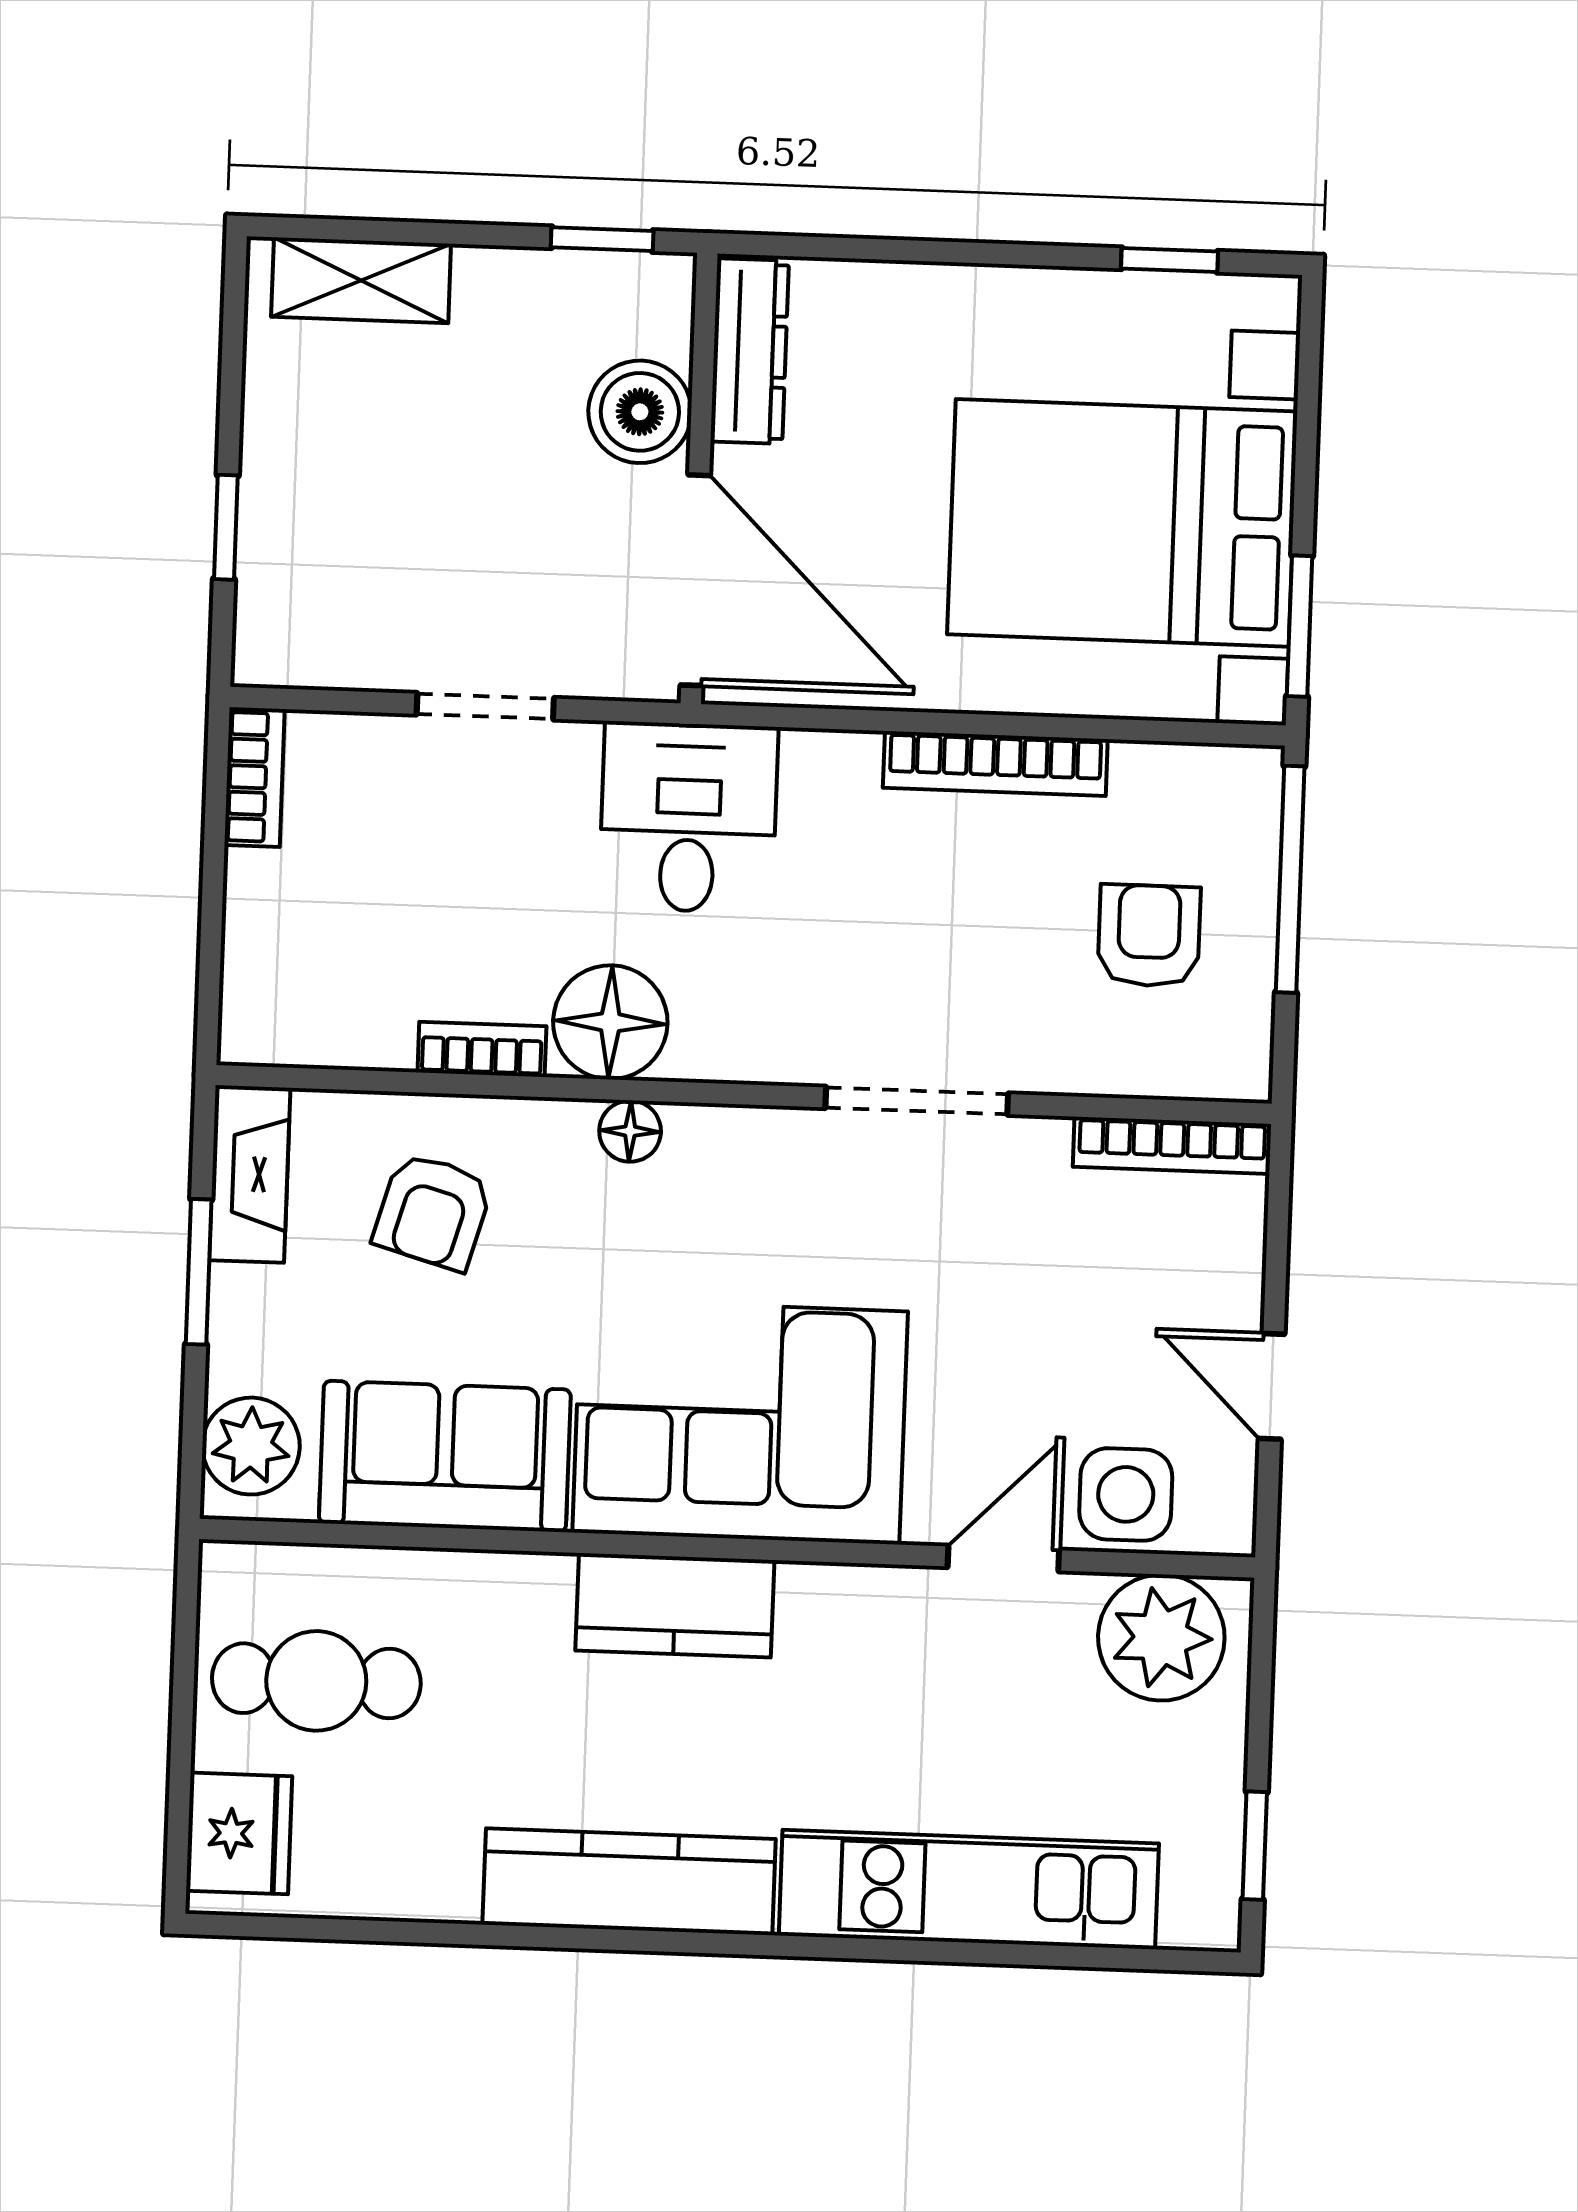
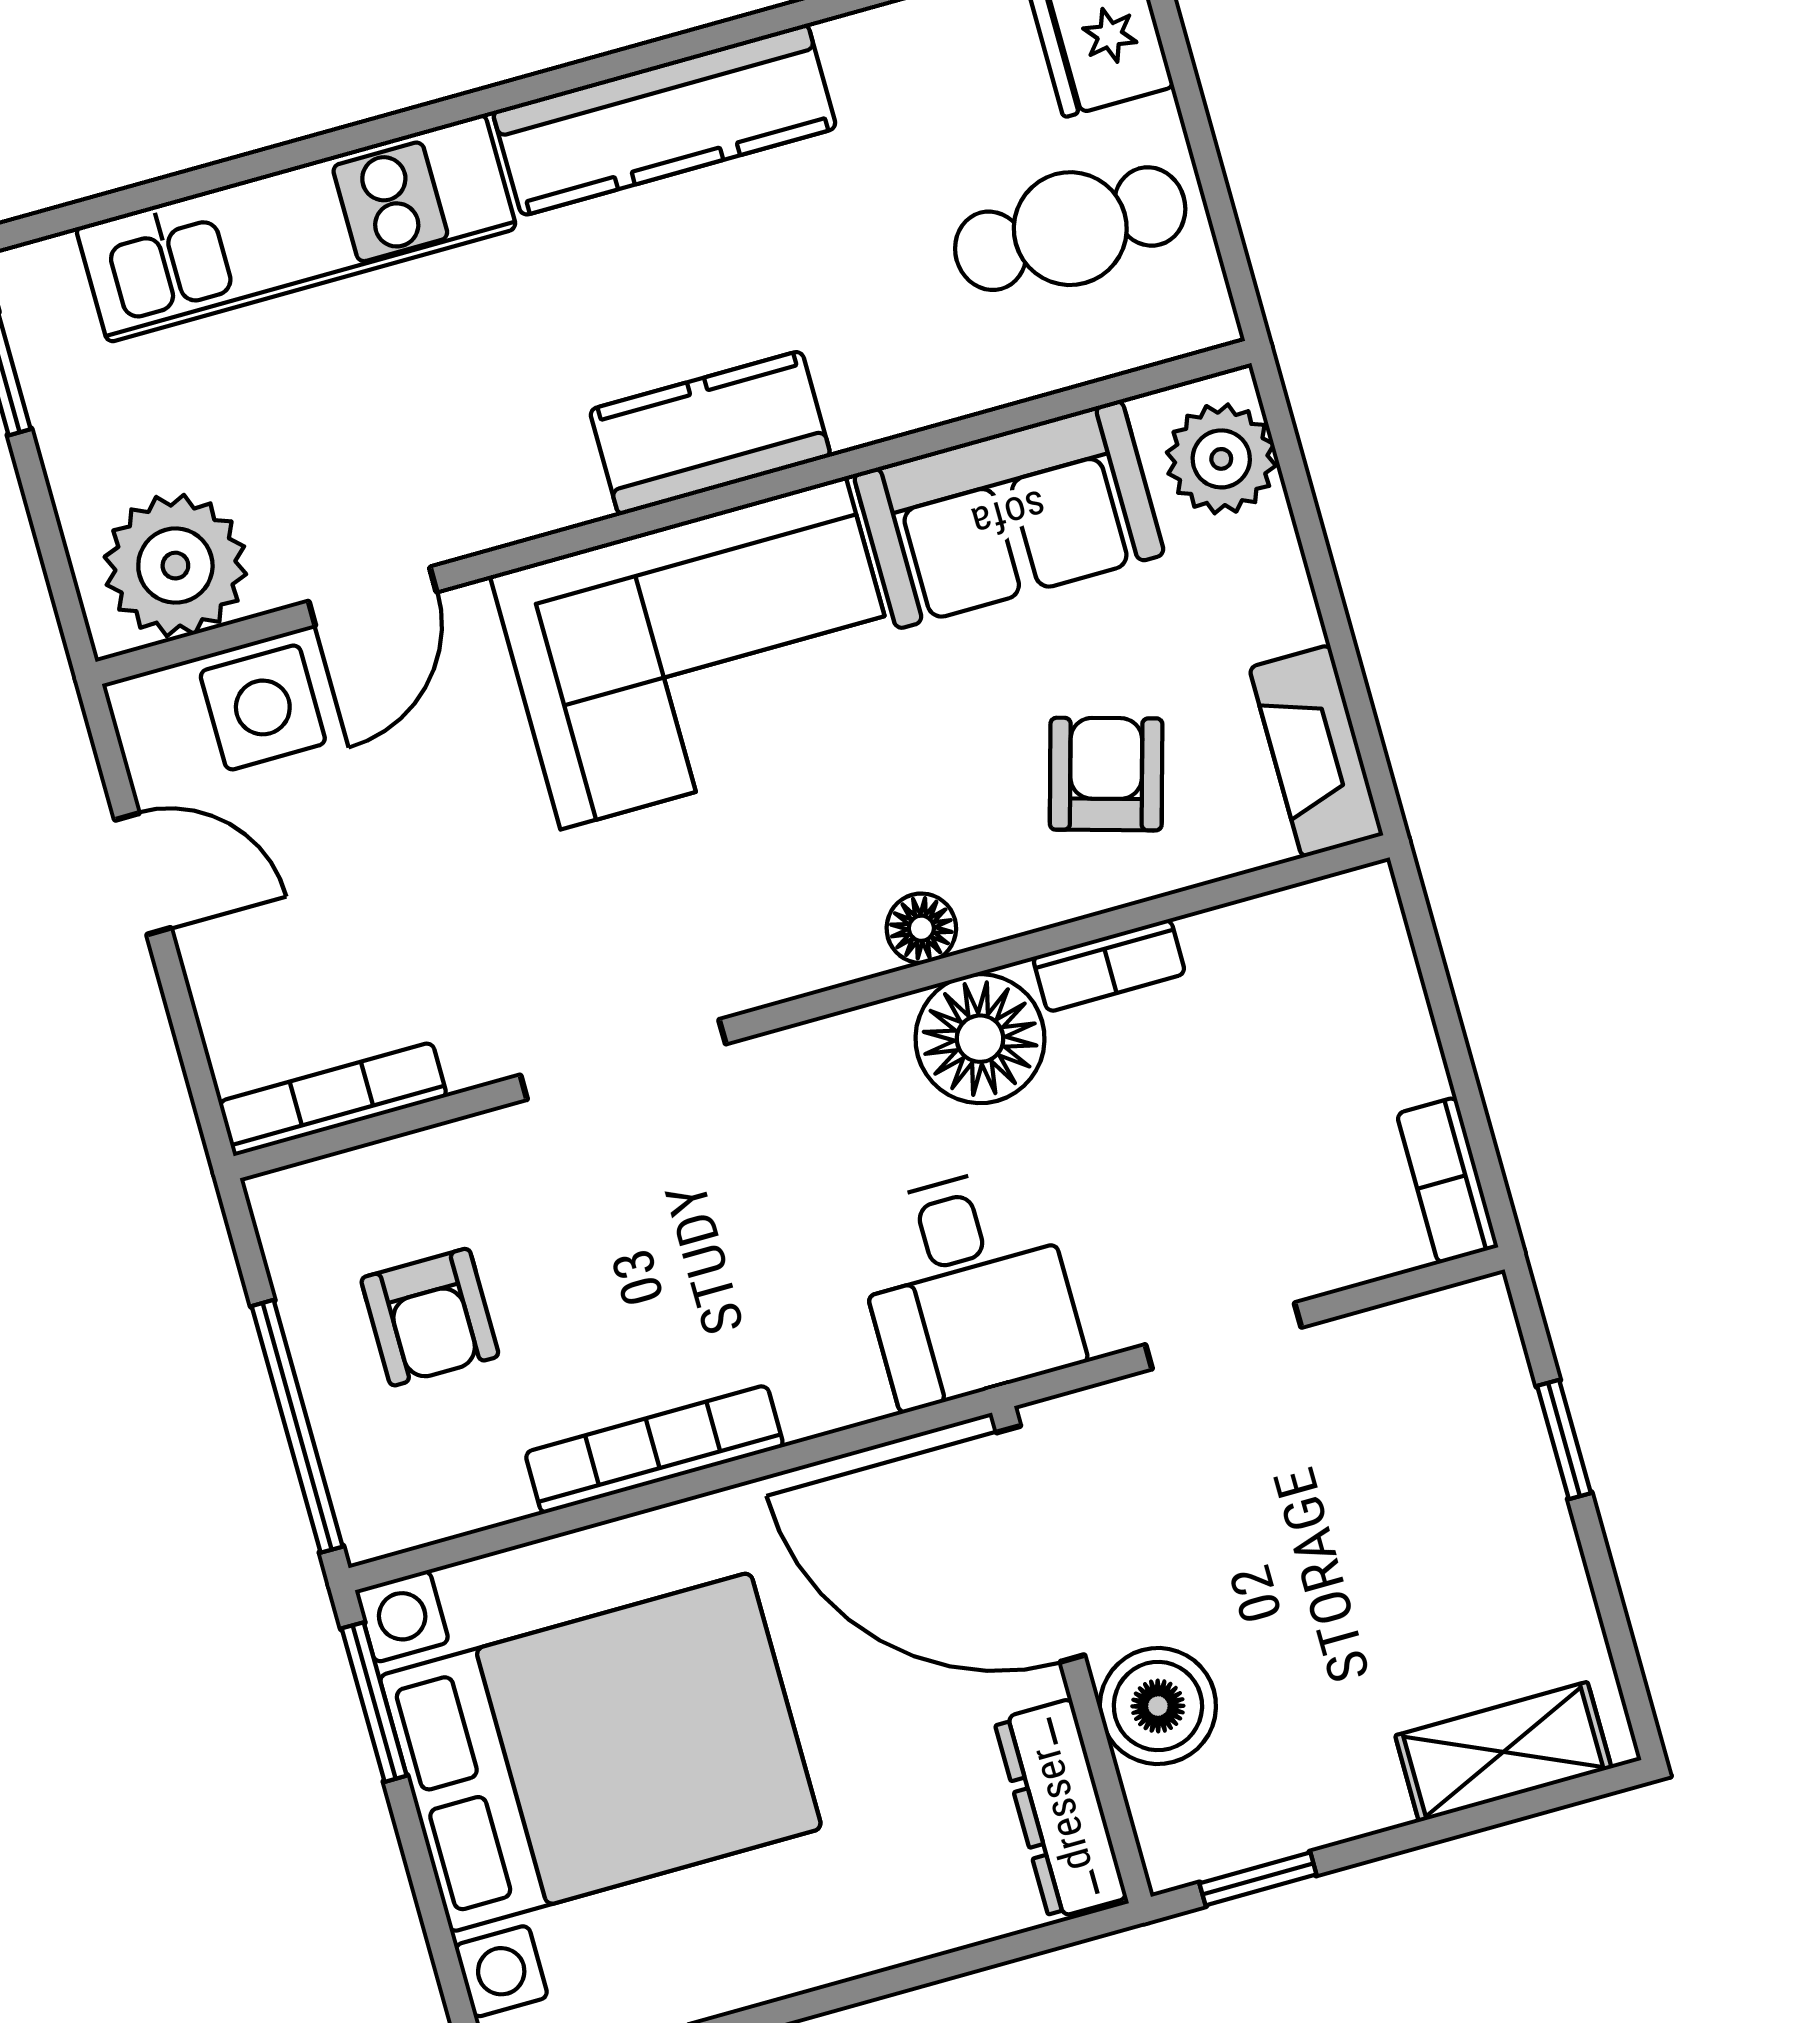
window: (199, 1272) -> (1338, 628), removed

